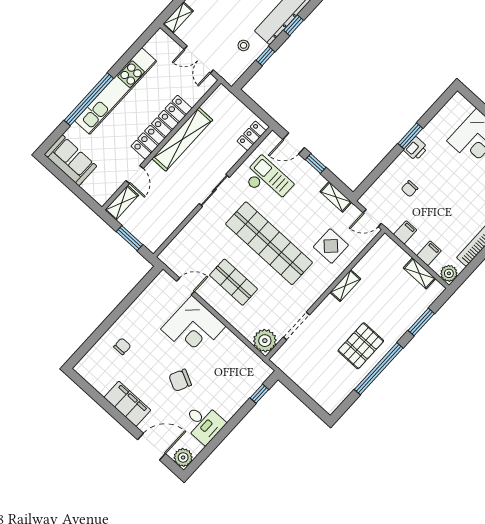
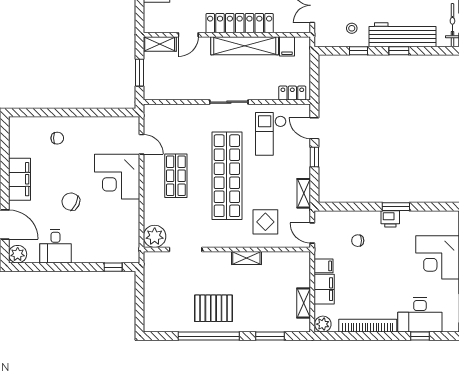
filing cabinet: (212, 107) -> (287, 46), added
checkout: (268, 181) -> (271, 134), turned 180
filing cabinet: (429, 253) -> (324, 289), width x2.00

